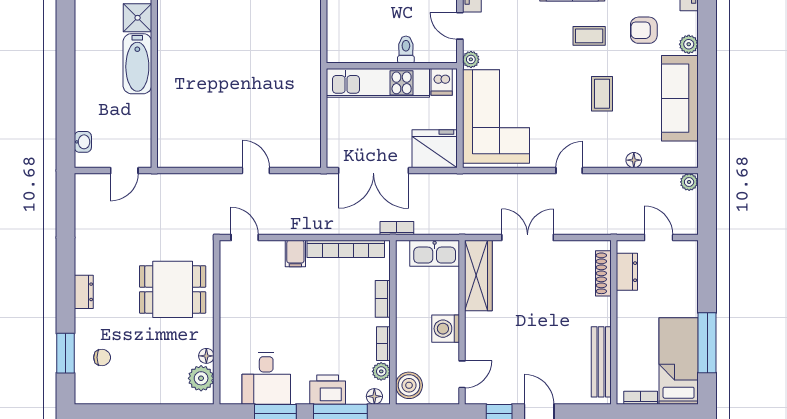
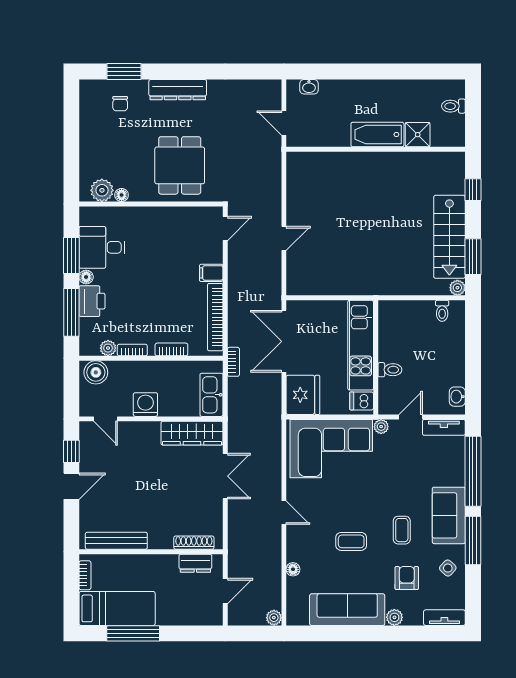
dresser: (84, 292) -> (178, 90), width x1.96, depth x1.24
floor lamp: (374, 396) -> (86, 277), moved

